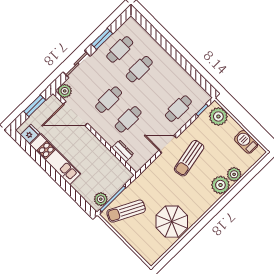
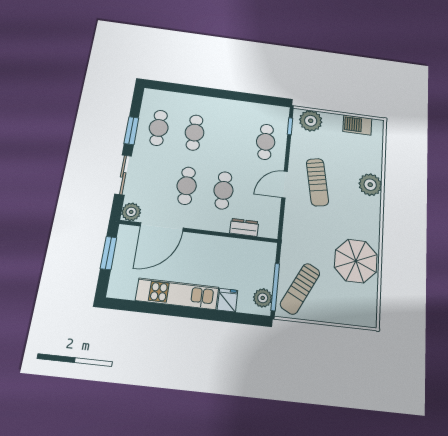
fridge: (30, 134) -> (228, 300), moved
plant: (234, 174) -> (374, 164), removed

